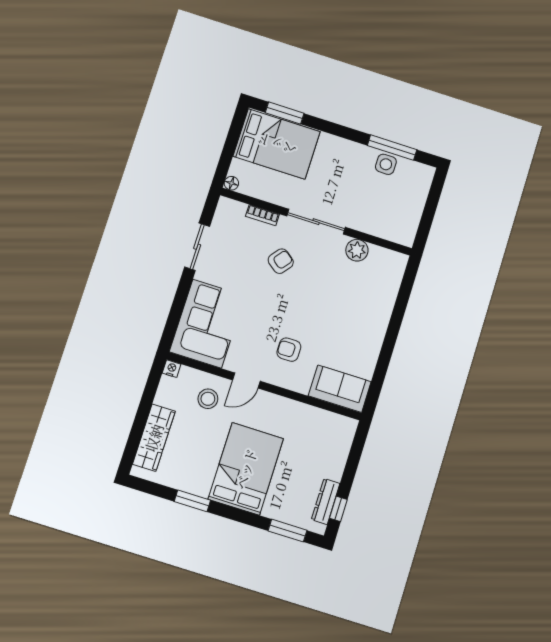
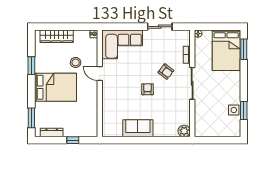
window: (392, 148) -> (244, 111), width x0.69
plant: (357, 250) -> (184, 131), moved
armchair: (289, 350) -> (148, 89), moved
sofa: (340, 389) -> (138, 128), moved, turned -90
stool: (208, 399) -> (76, 62), moved
window: (338, 509) -> (73, 140), moved

